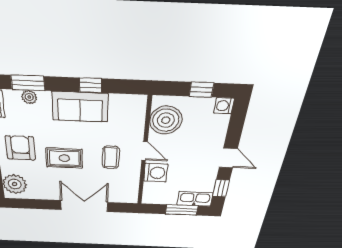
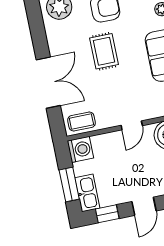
coffee table: (111, 157) -> (81, 122), moved
washing machine: (156, 173) -> (80, 149), moved, turned -90

